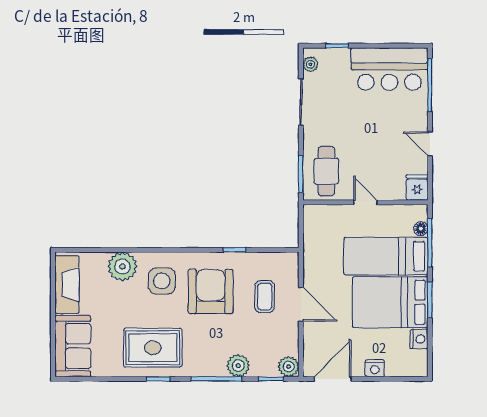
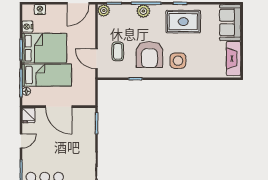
door: (430, 144) -> (21, 141), hinge flipped
cafe table: (326, 171) -> (82, 125), removed
door: (365, 202) -> (59, 107), width x1.87
plant: (122, 266) -> (201, 69), removed
door: (301, 304) -> (97, 59), moved
plant: (238, 366) -> (143, 11), moved
nightstand: (375, 368) -> (40, 10), moved

